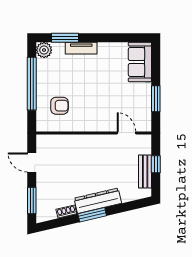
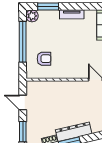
tv unit: (81, 48) -> (72, 14), moved

